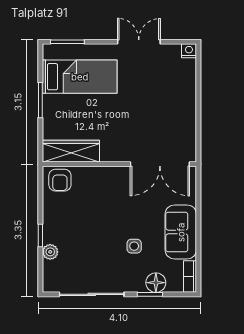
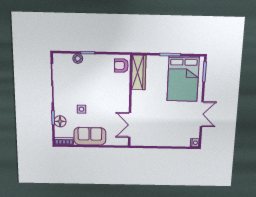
bed: (80, 77) -> (183, 79), width x1.50
double door: (160, 164) -> (130, 125), width x0.73

